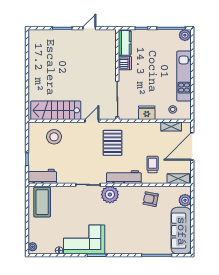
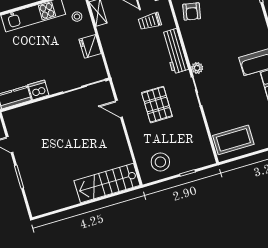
stairs: (56, 110) -> (107, 183), moved, turned 90
stool: (54, 137) -> (160, 162), moved
pallet: (112, 143) -> (157, 105), moved, turned 90
workbench: (42, 176) -> (203, 149), removed
plant: (110, 195) -> (197, 68), width x0.53, depth x0.53

